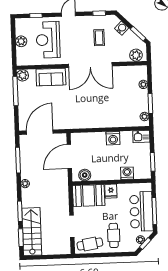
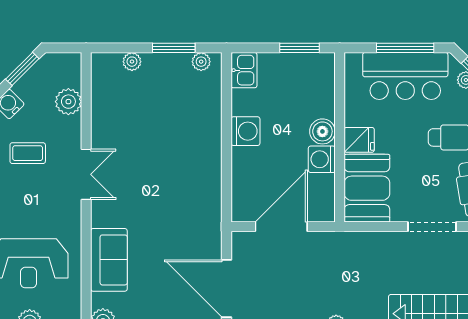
plant: (136, 55) -> (68, 102), moved
double door: (90, 65) -> (86, 174), width x0.54
door: (69, 157) -> (281, 227), swing flipped
washing machine: (127, 173) -> (322, 159), moved
boiler: (85, 175) -> (322, 131), moved

